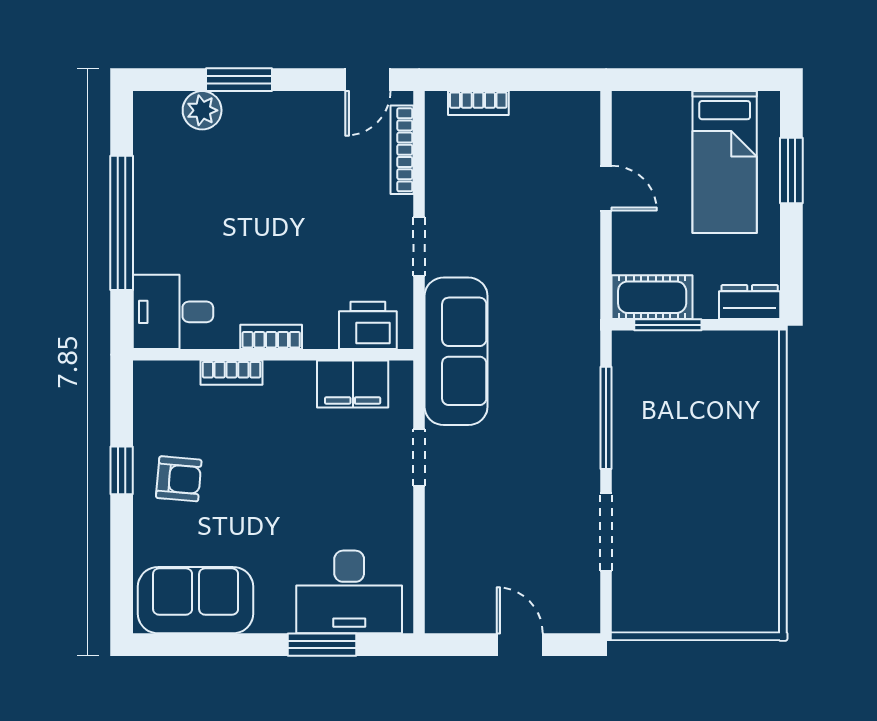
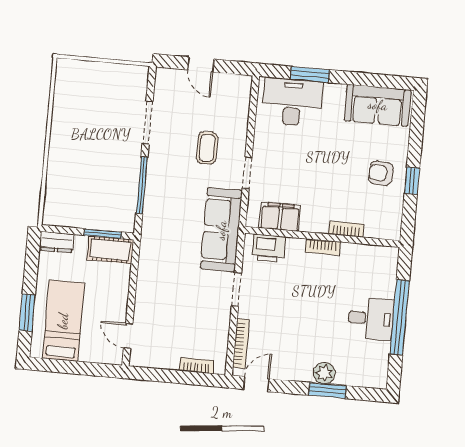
plant: (202, 110) -> (324, 373), moved
door: (606, 188) -> (128, 336), moved
desk: (173, 312) -> (371, 318), moved
coffee table: (495, 496) -> (207, 148), added

